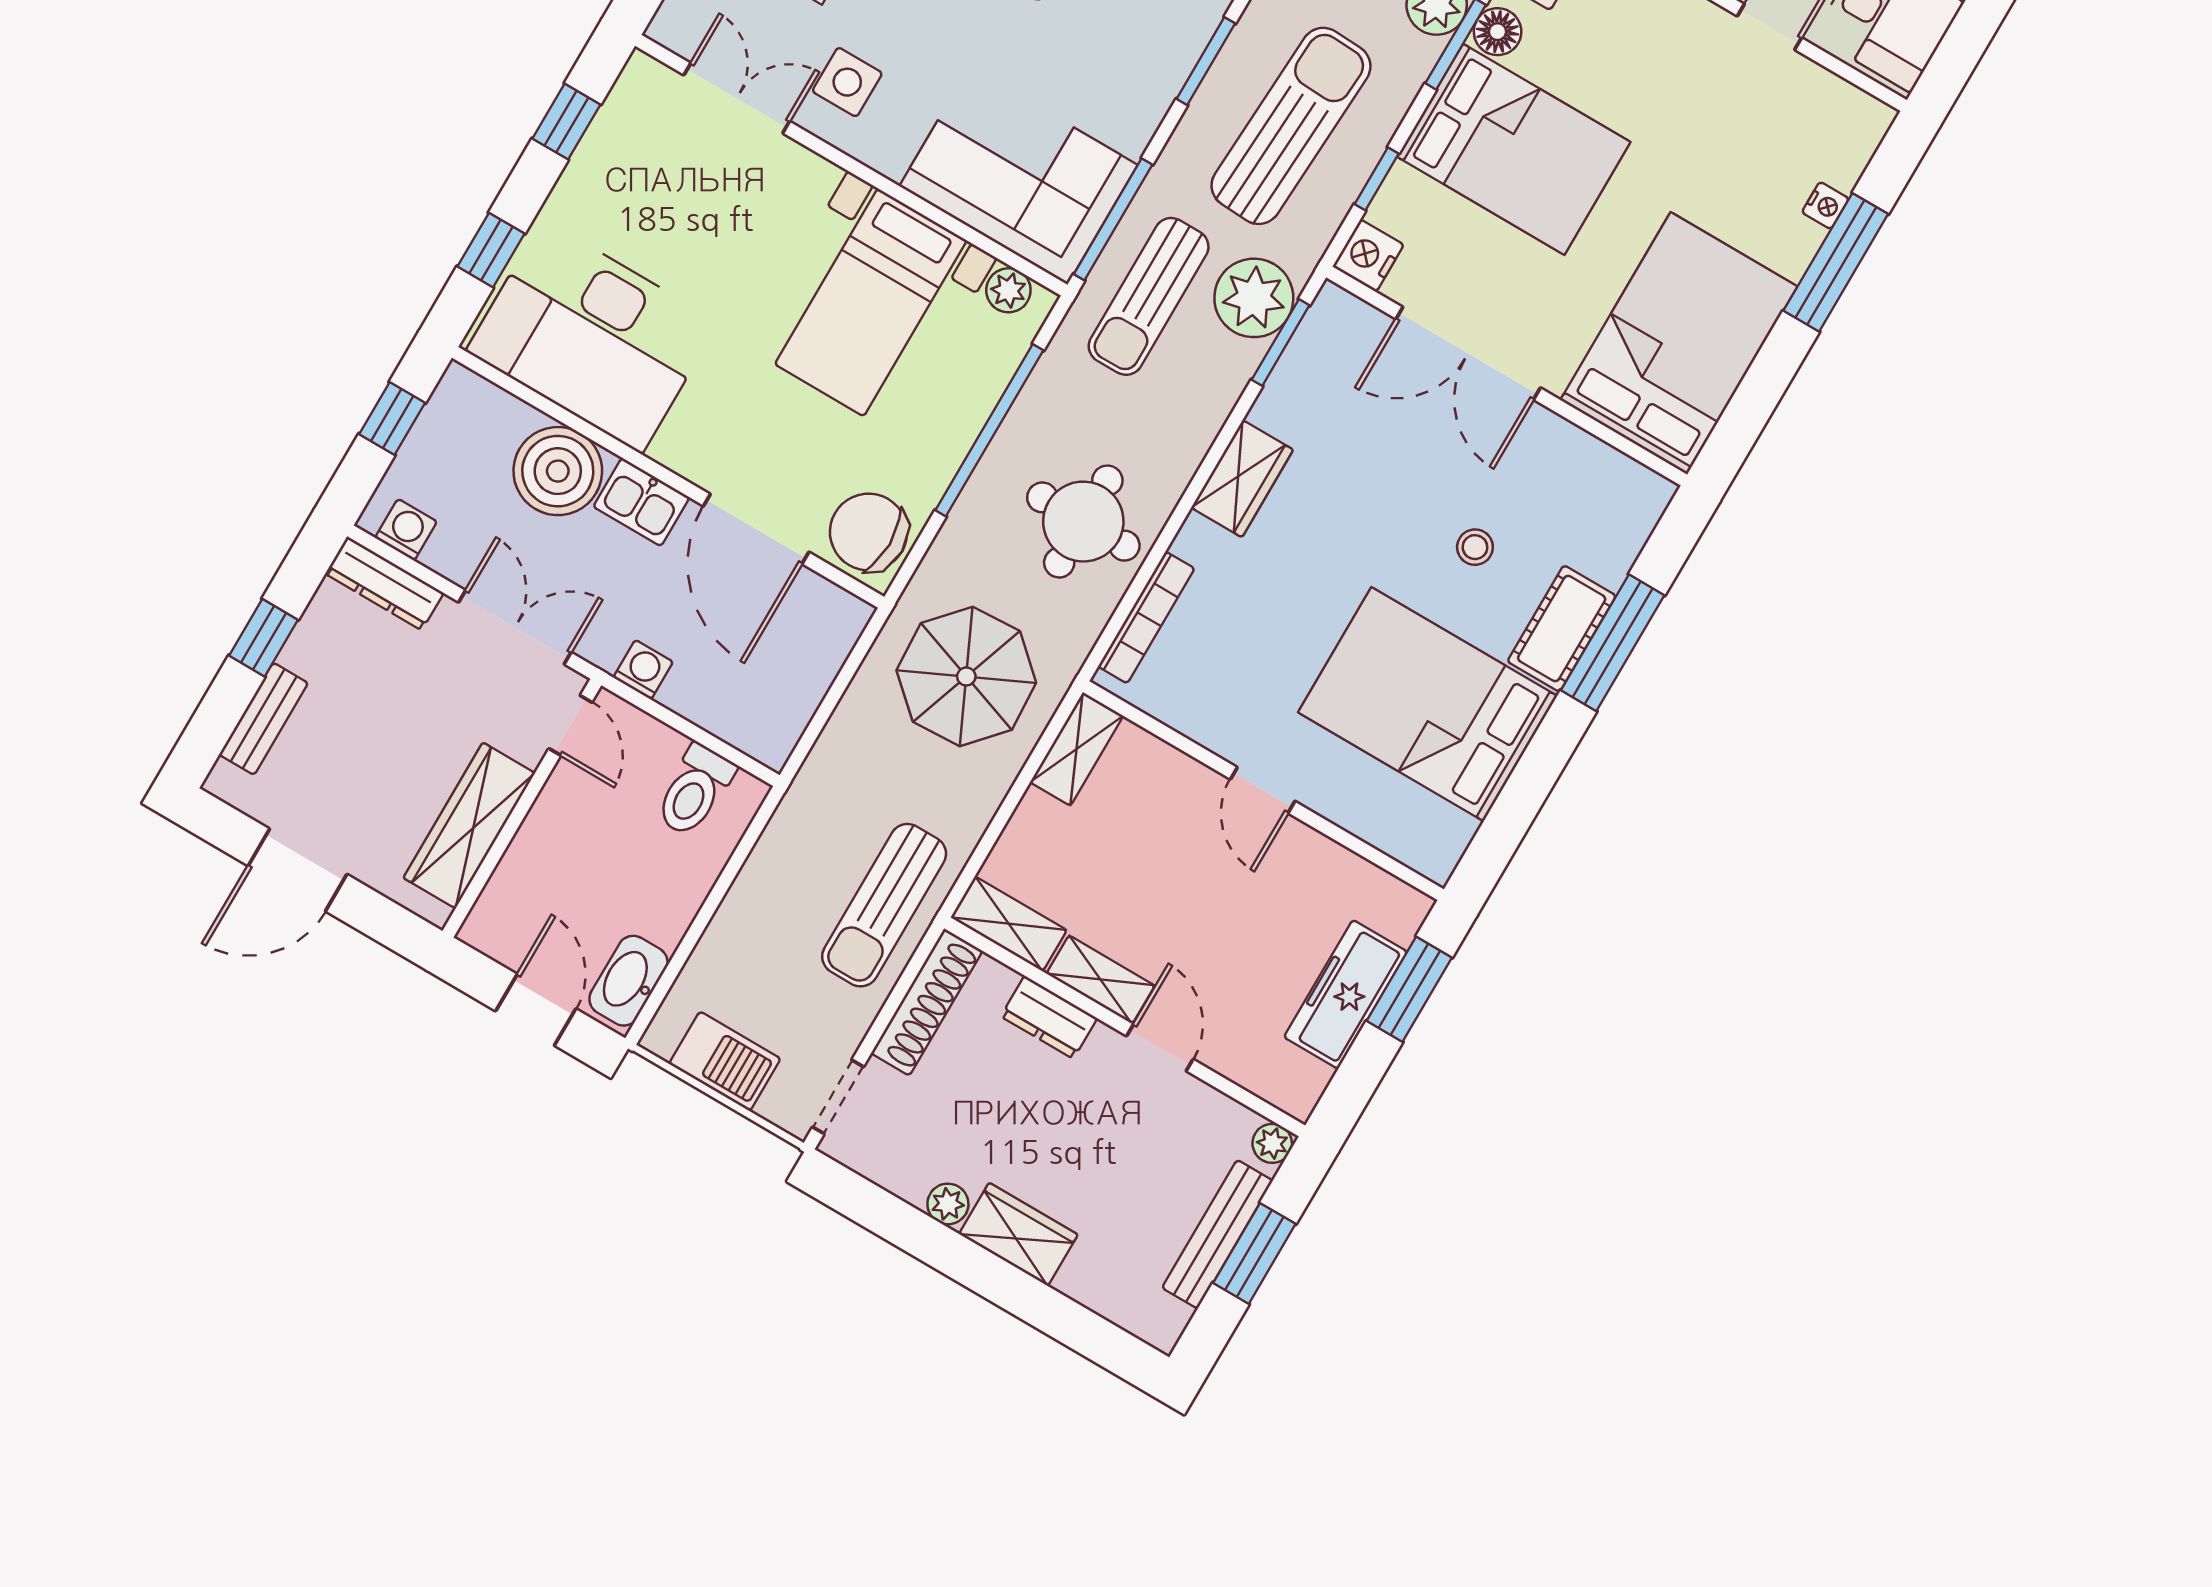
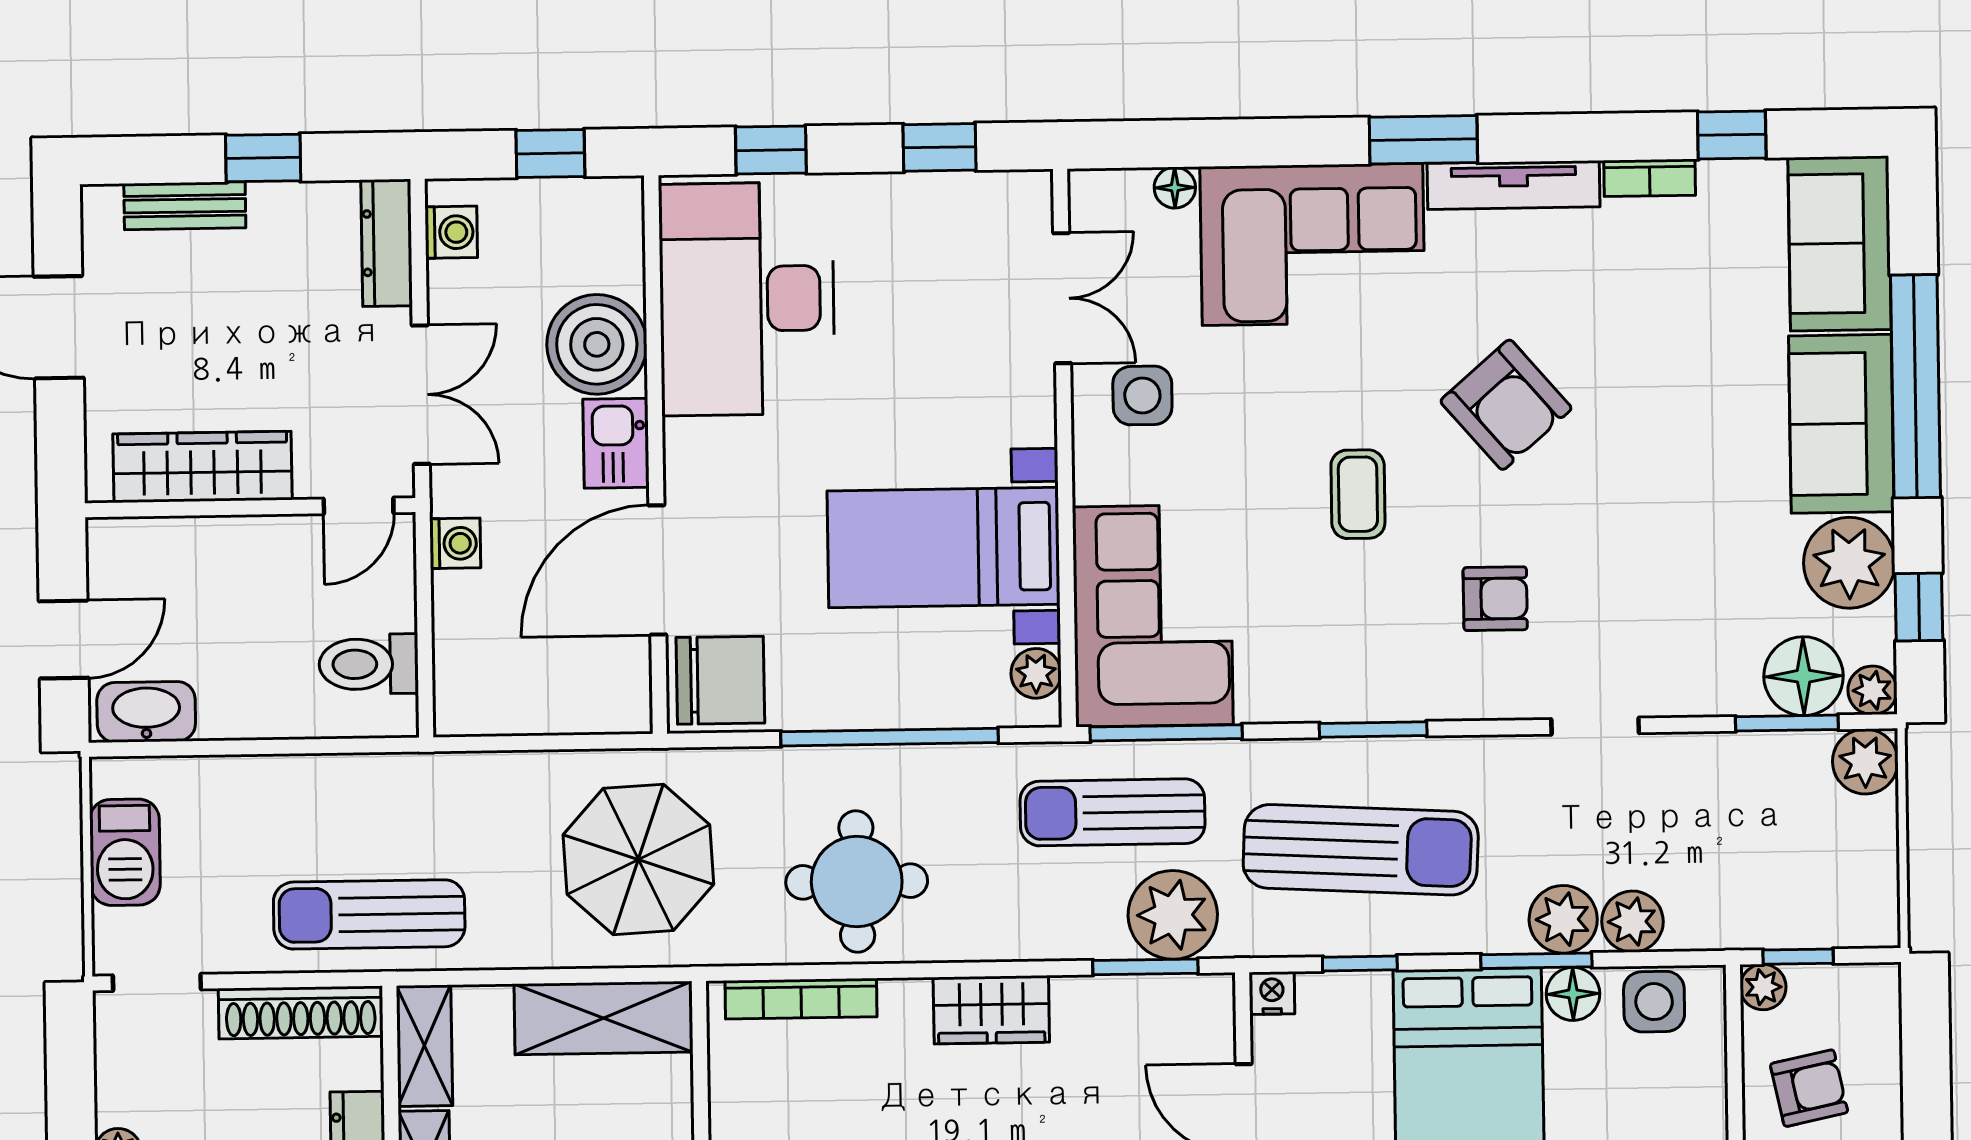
nightstand: (1368, 256) -> (1272, 993), width x0.72, depth x0.74
chair: (869, 532) -> (720, 680), turned 90
shelving: (1077, 749) -> (604, 1018), width x1.50, depth x1.33

